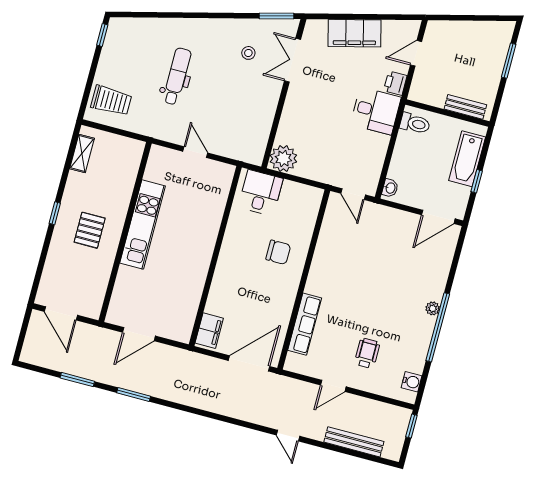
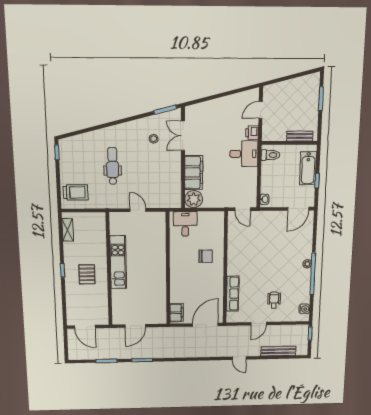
filing cabinet: (354, 33) -> (194, 172), moved, turned -76

